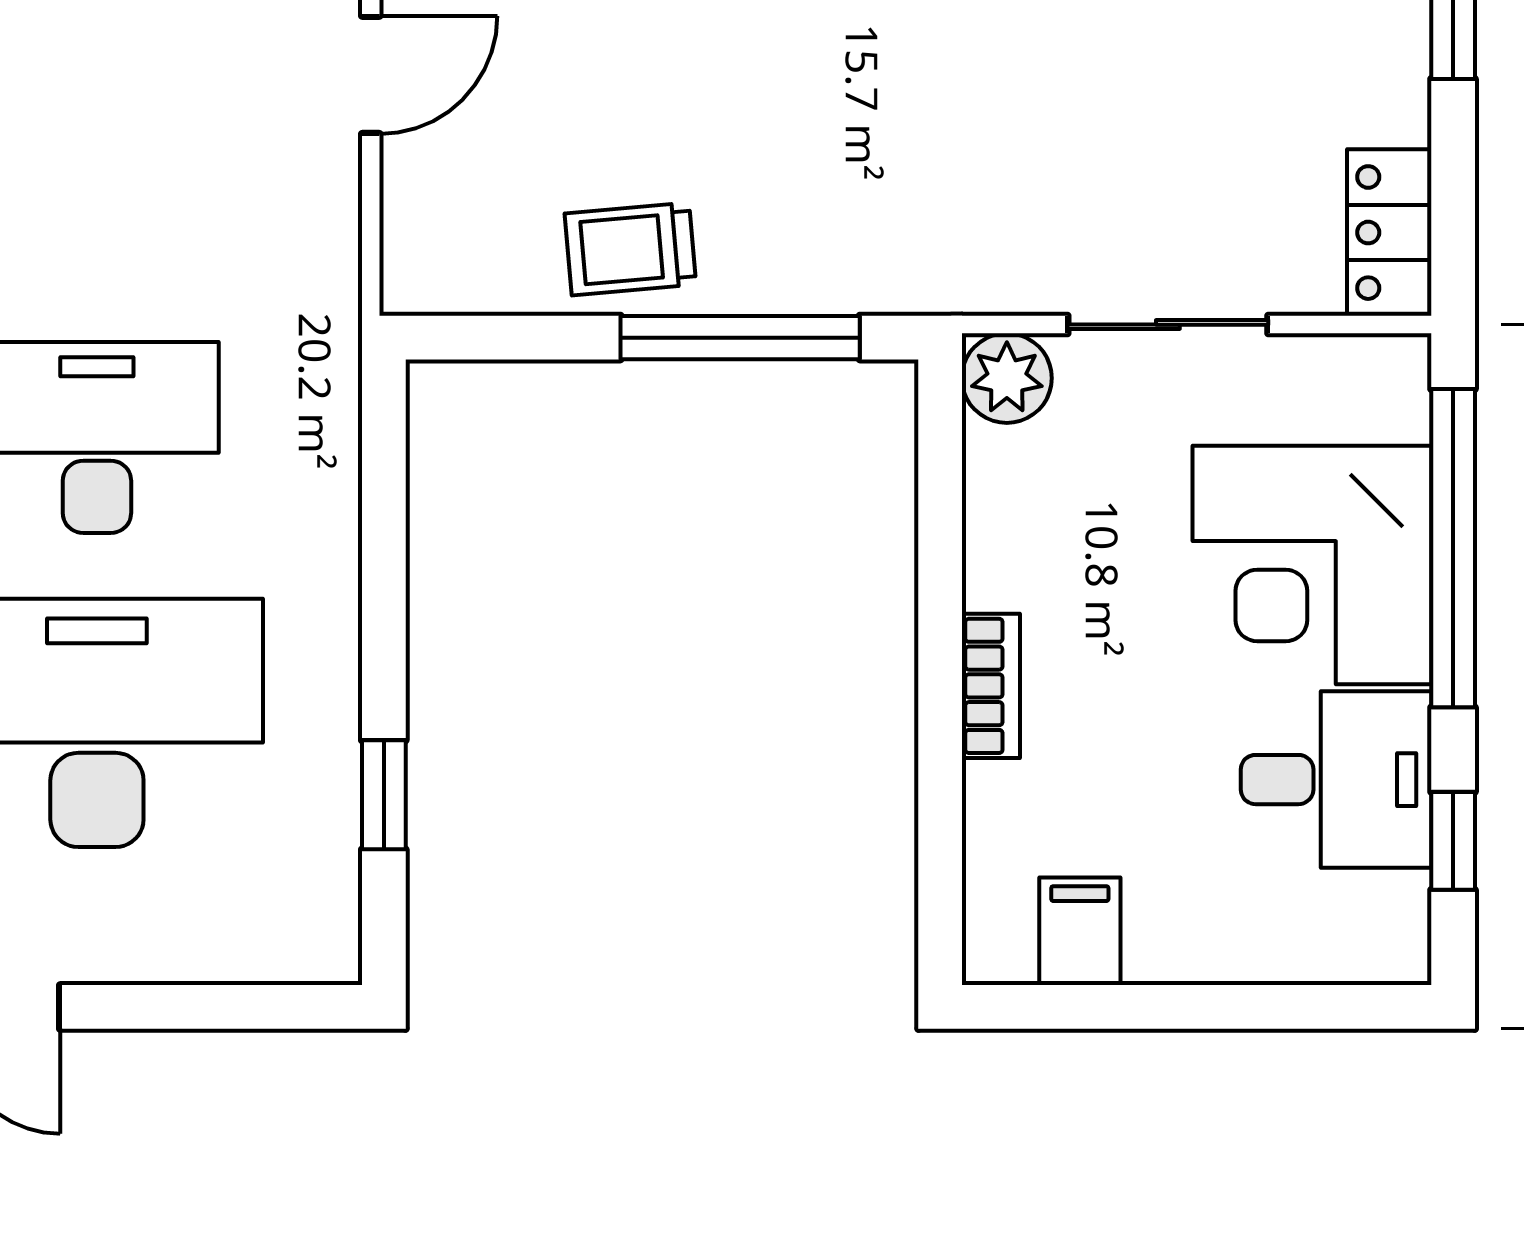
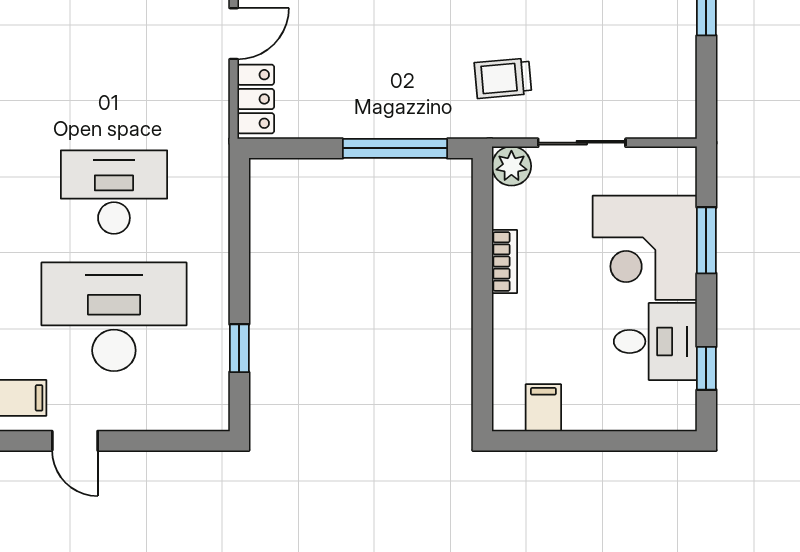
locker: (1389, 233) -> (256, 99), moved, turned 180
trolley: (630, 249) -> (503, 78), moved
window: (1453, 548) -> (706, 240), width x0.47
bookcase: (991, 686) -> (505, 262), moved

